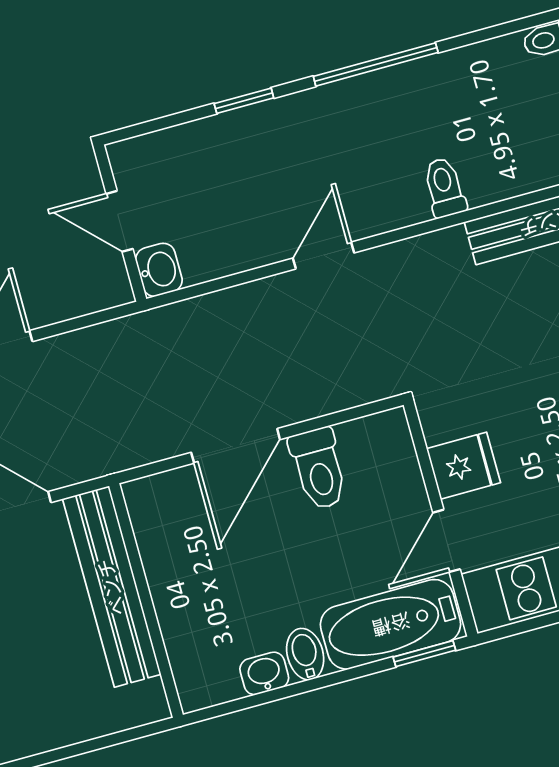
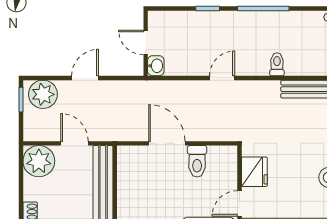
door: (236, 446) -> (167, 143), swing flipped
fridge: (463, 466) -> (254, 172), width x1.38

